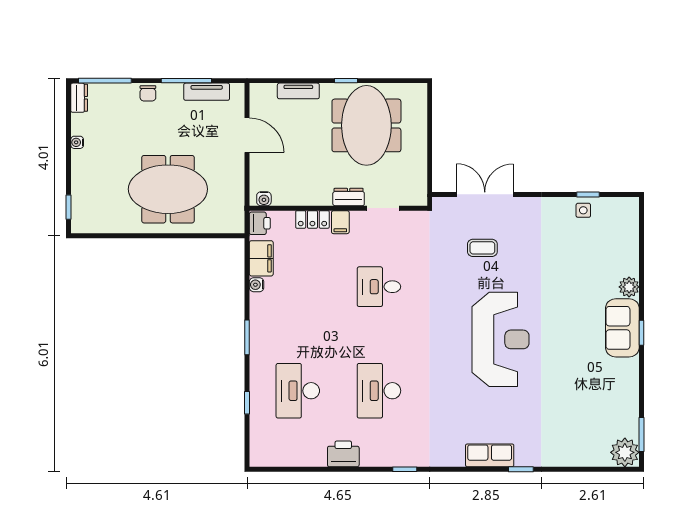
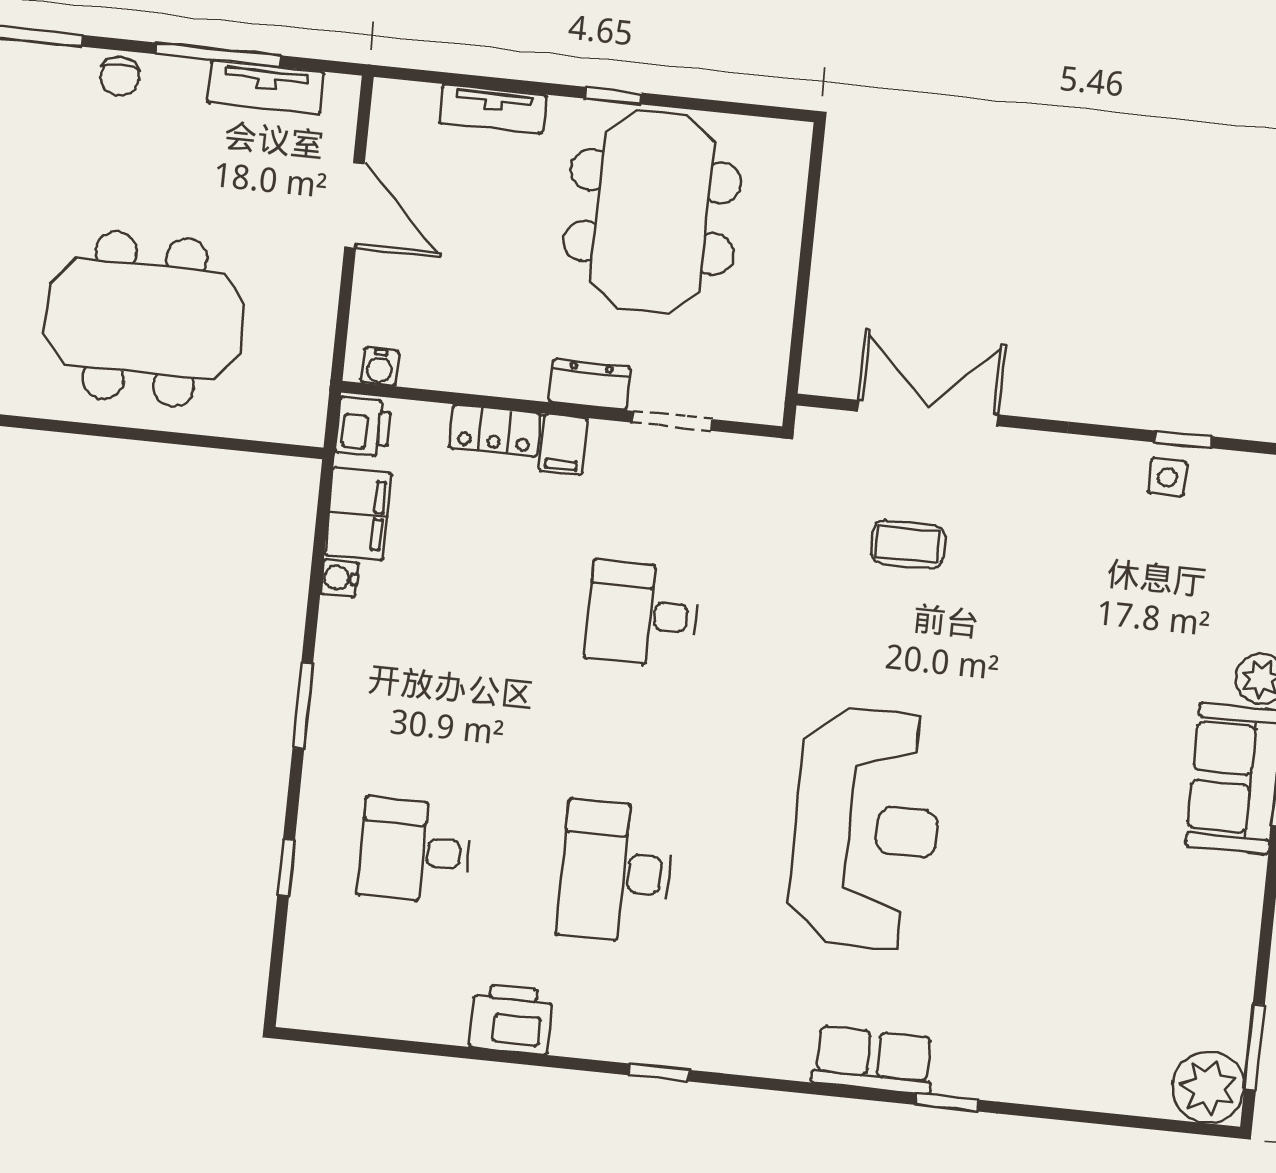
reception desk: (500, 339) -> (866, 828), moved
desk: (298, 391) -> (415, 851), width x0.73

